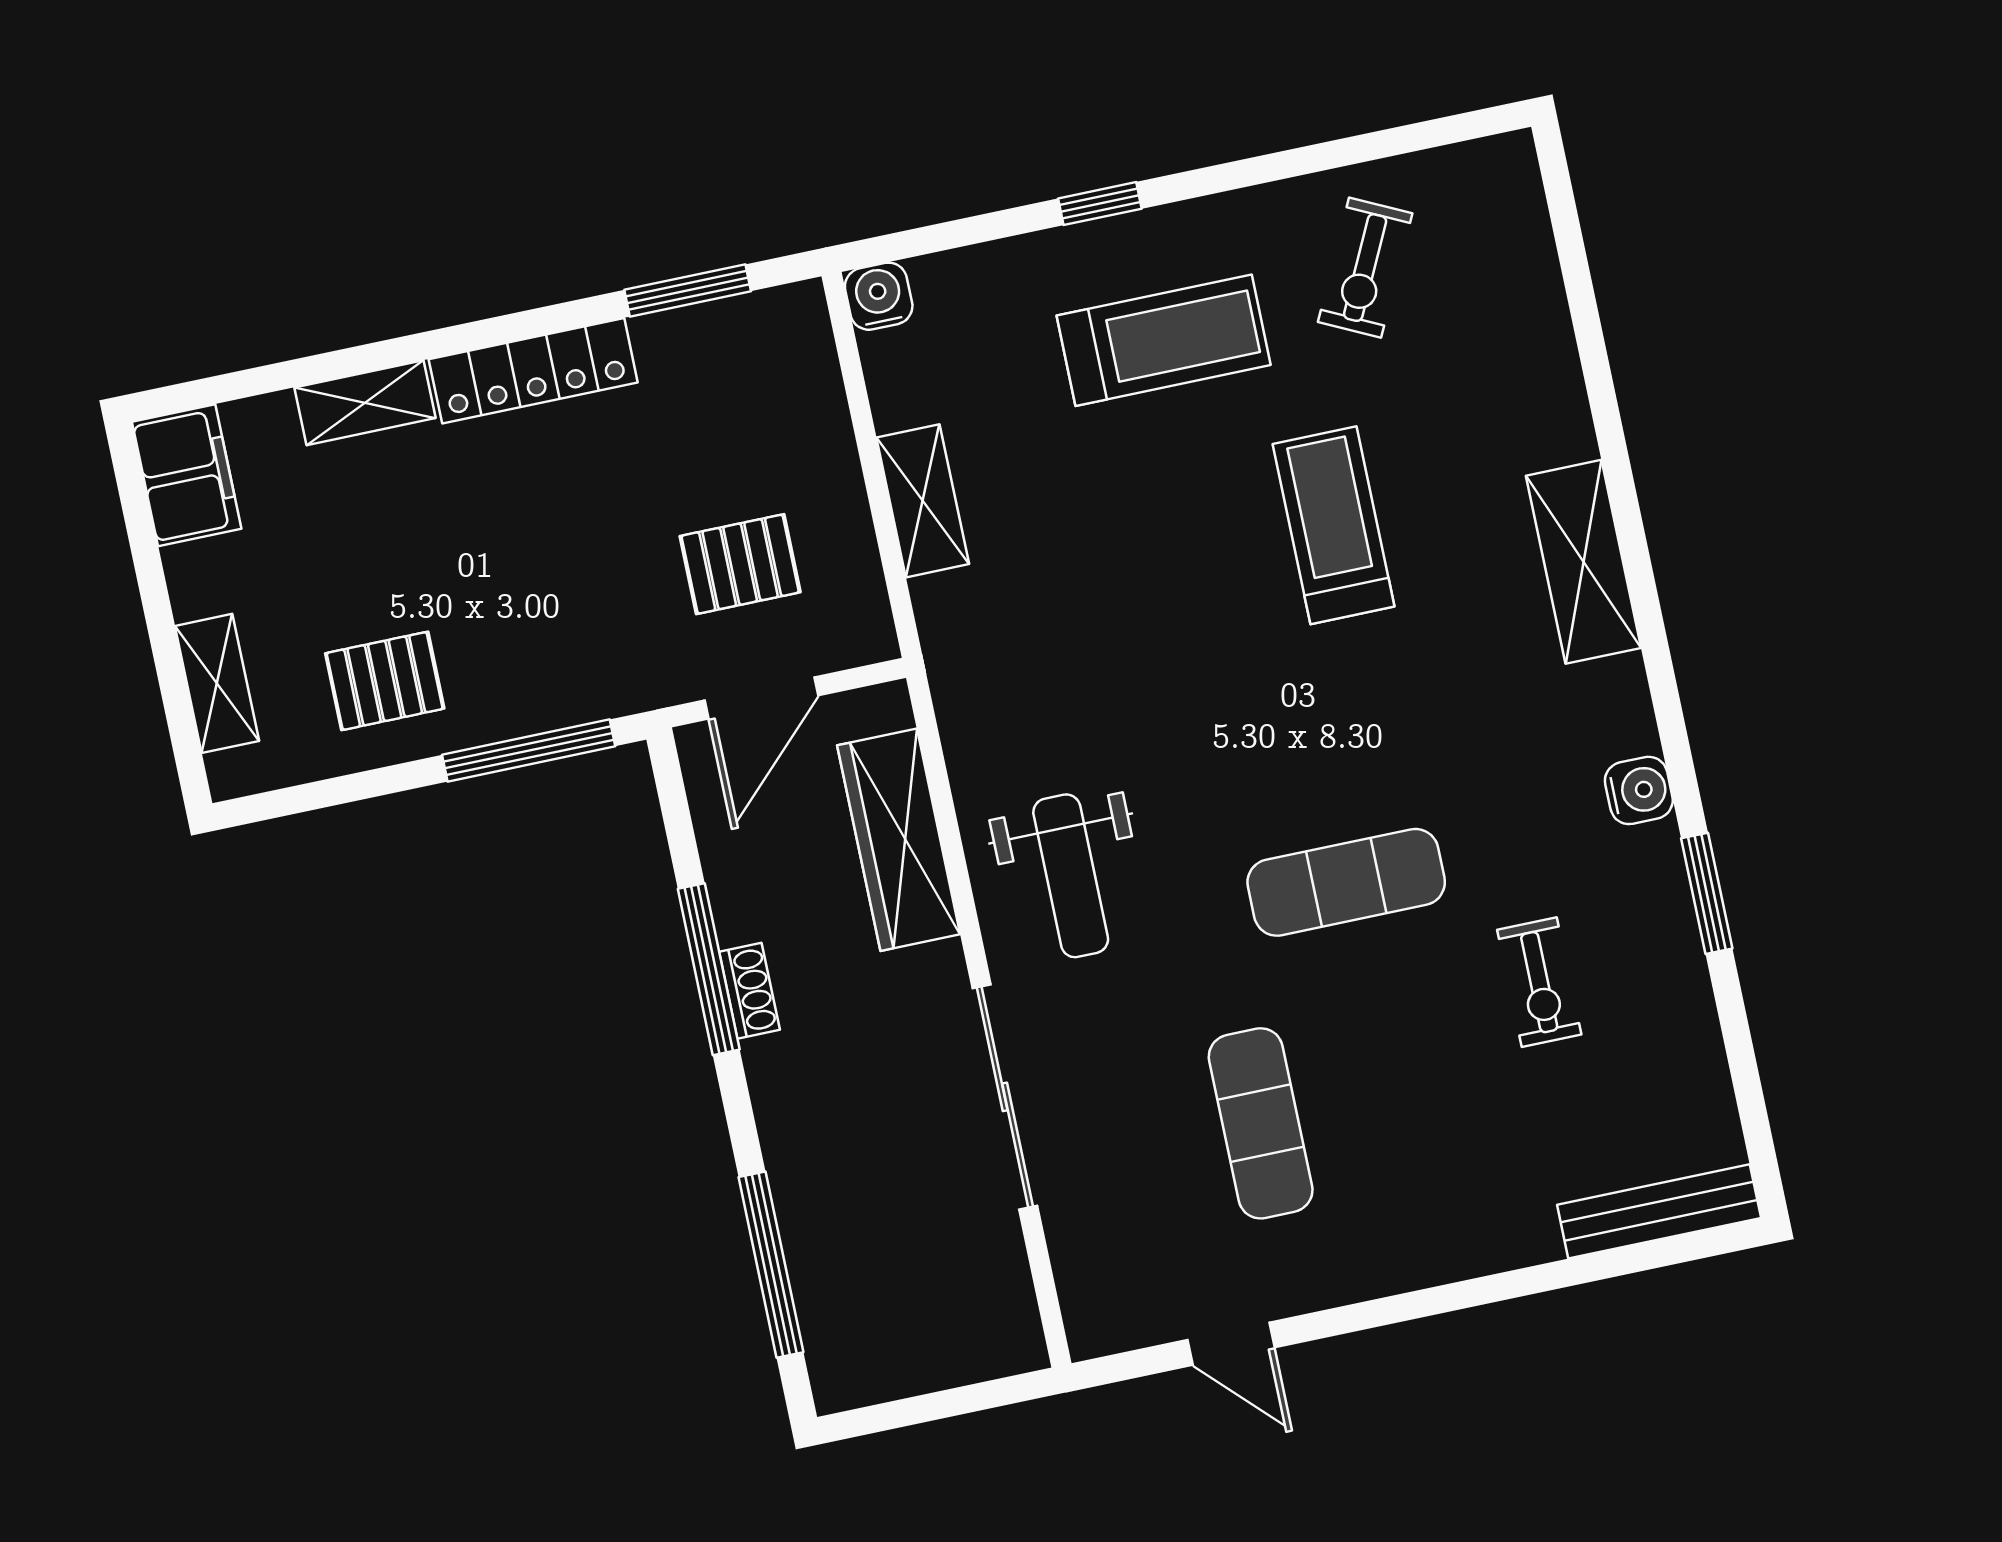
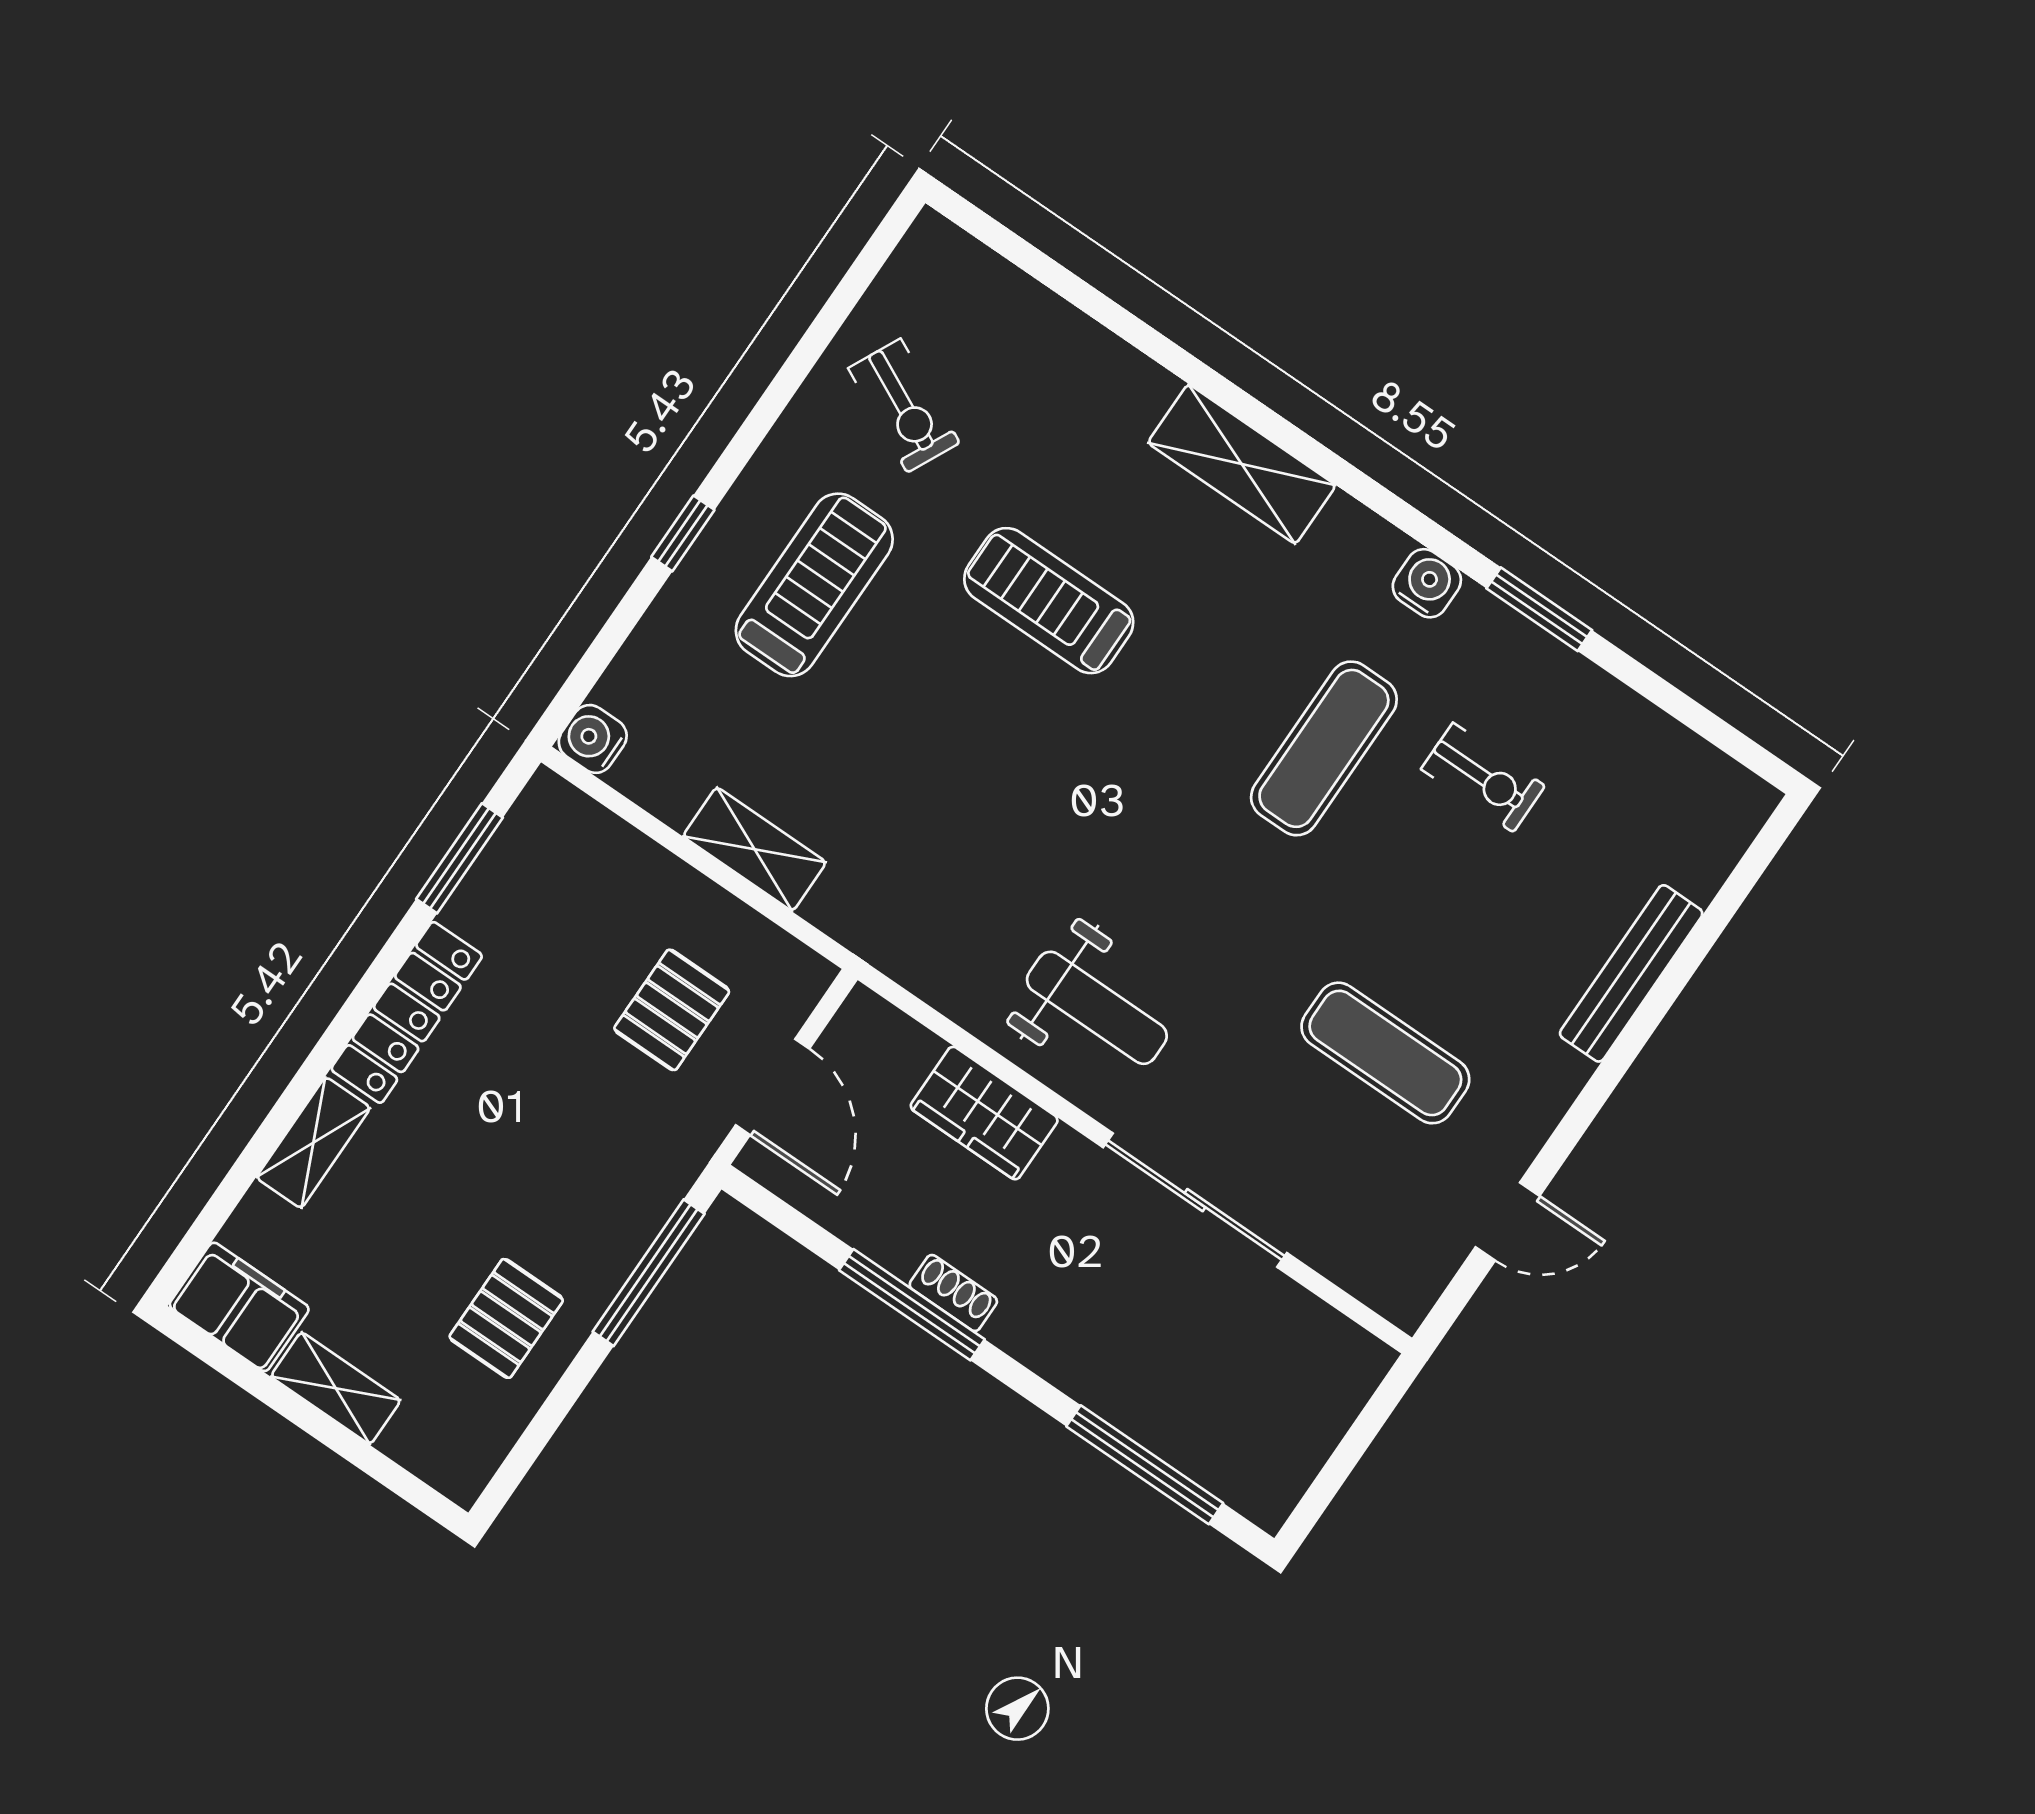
shelving: (217, 683) -> (336, 1388), moved
wardrobe: (899, 840) -> (984, 1113), width x0.67
exercise mat: (1346, 882) -> (1324, 748), moved
bench: (1659, 1211) -> (1631, 973), moved

